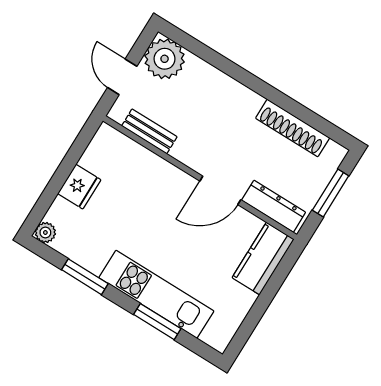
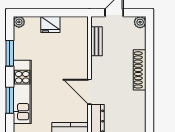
plant: (165, 59) -> (140, 22), width x0.53, depth x0.53
shoe rack: (293, 128) -> (140, 70), moved

